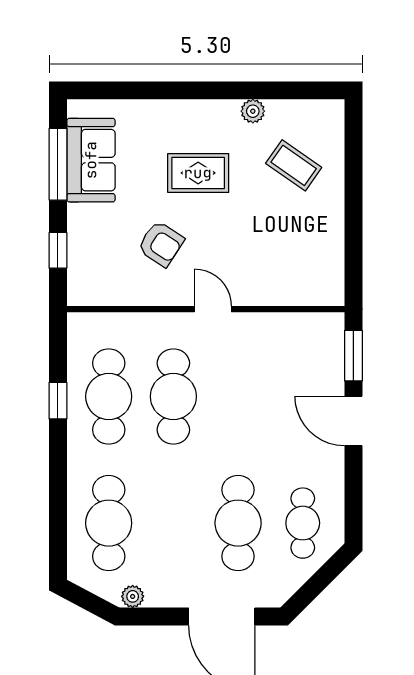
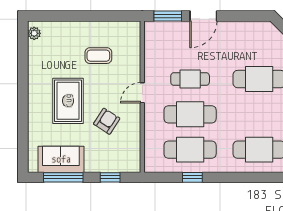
plant: (253, 111) -> (34, 33), moved
coffee table: (294, 165) -> (98, 56), moved, turned 55
rug: (198, 173) -> (68, 101), width x1.36, depth x1.43
cafe table: (303, 523) -> (190, 79), moved

